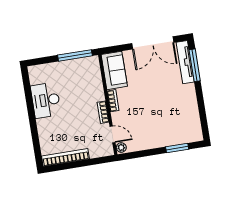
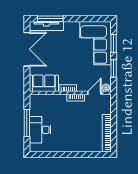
window: (75, 55) -> (27, 123), moved
desk: (46, 100) -> (40, 130), moved, turned 90
corner sofa: (174, 126) -> (95, 43), added
window: (146, 153) -> (114, 68), added

